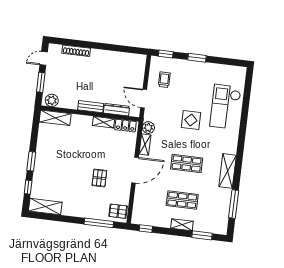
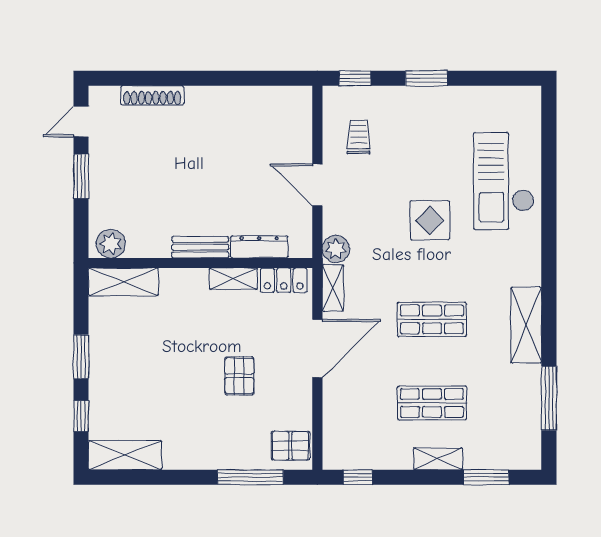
plant: (52, 100) -> (111, 244), moved
bench: (91, 107) -> (200, 247), moved
dresser: (116, 110) -> (259, 247), moved
wall: (90, 114) -> (200, 263), moved
shelving: (55, 118) -> (123, 282), moved
shelving: (104, 122) -> (233, 279), moved
locker: (125, 126) -> (284, 280), moved

